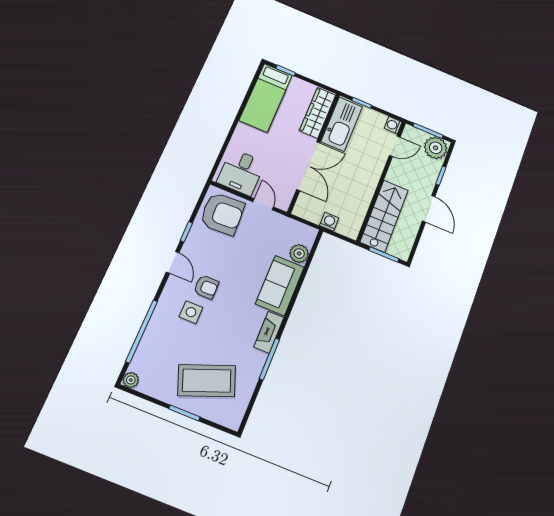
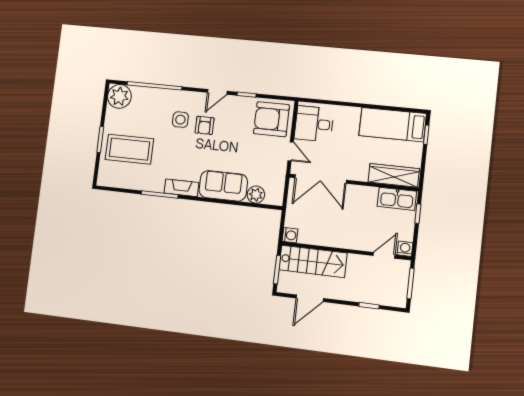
kitchen sink: (342, 124) -> (397, 199), width x0.73, depth x0.81
door: (395, 146) -> (384, 255), swing flipped
plant: (436, 148) -> (395, 295), removed
double door: (308, 166) -> (321, 179), moved
door: (263, 204) -> (291, 151), hinge flipped
door: (429, 209) -> (310, 298), moved
armchair: (222, 214) -> (271, 119), turned 93
washing machine: (329, 222) -> (290, 235), moved
plant: (131, 380) -> (119, 96), width x1.87, depth x1.87
coffee table: (207, 381) -> (129, 149), turned -69

